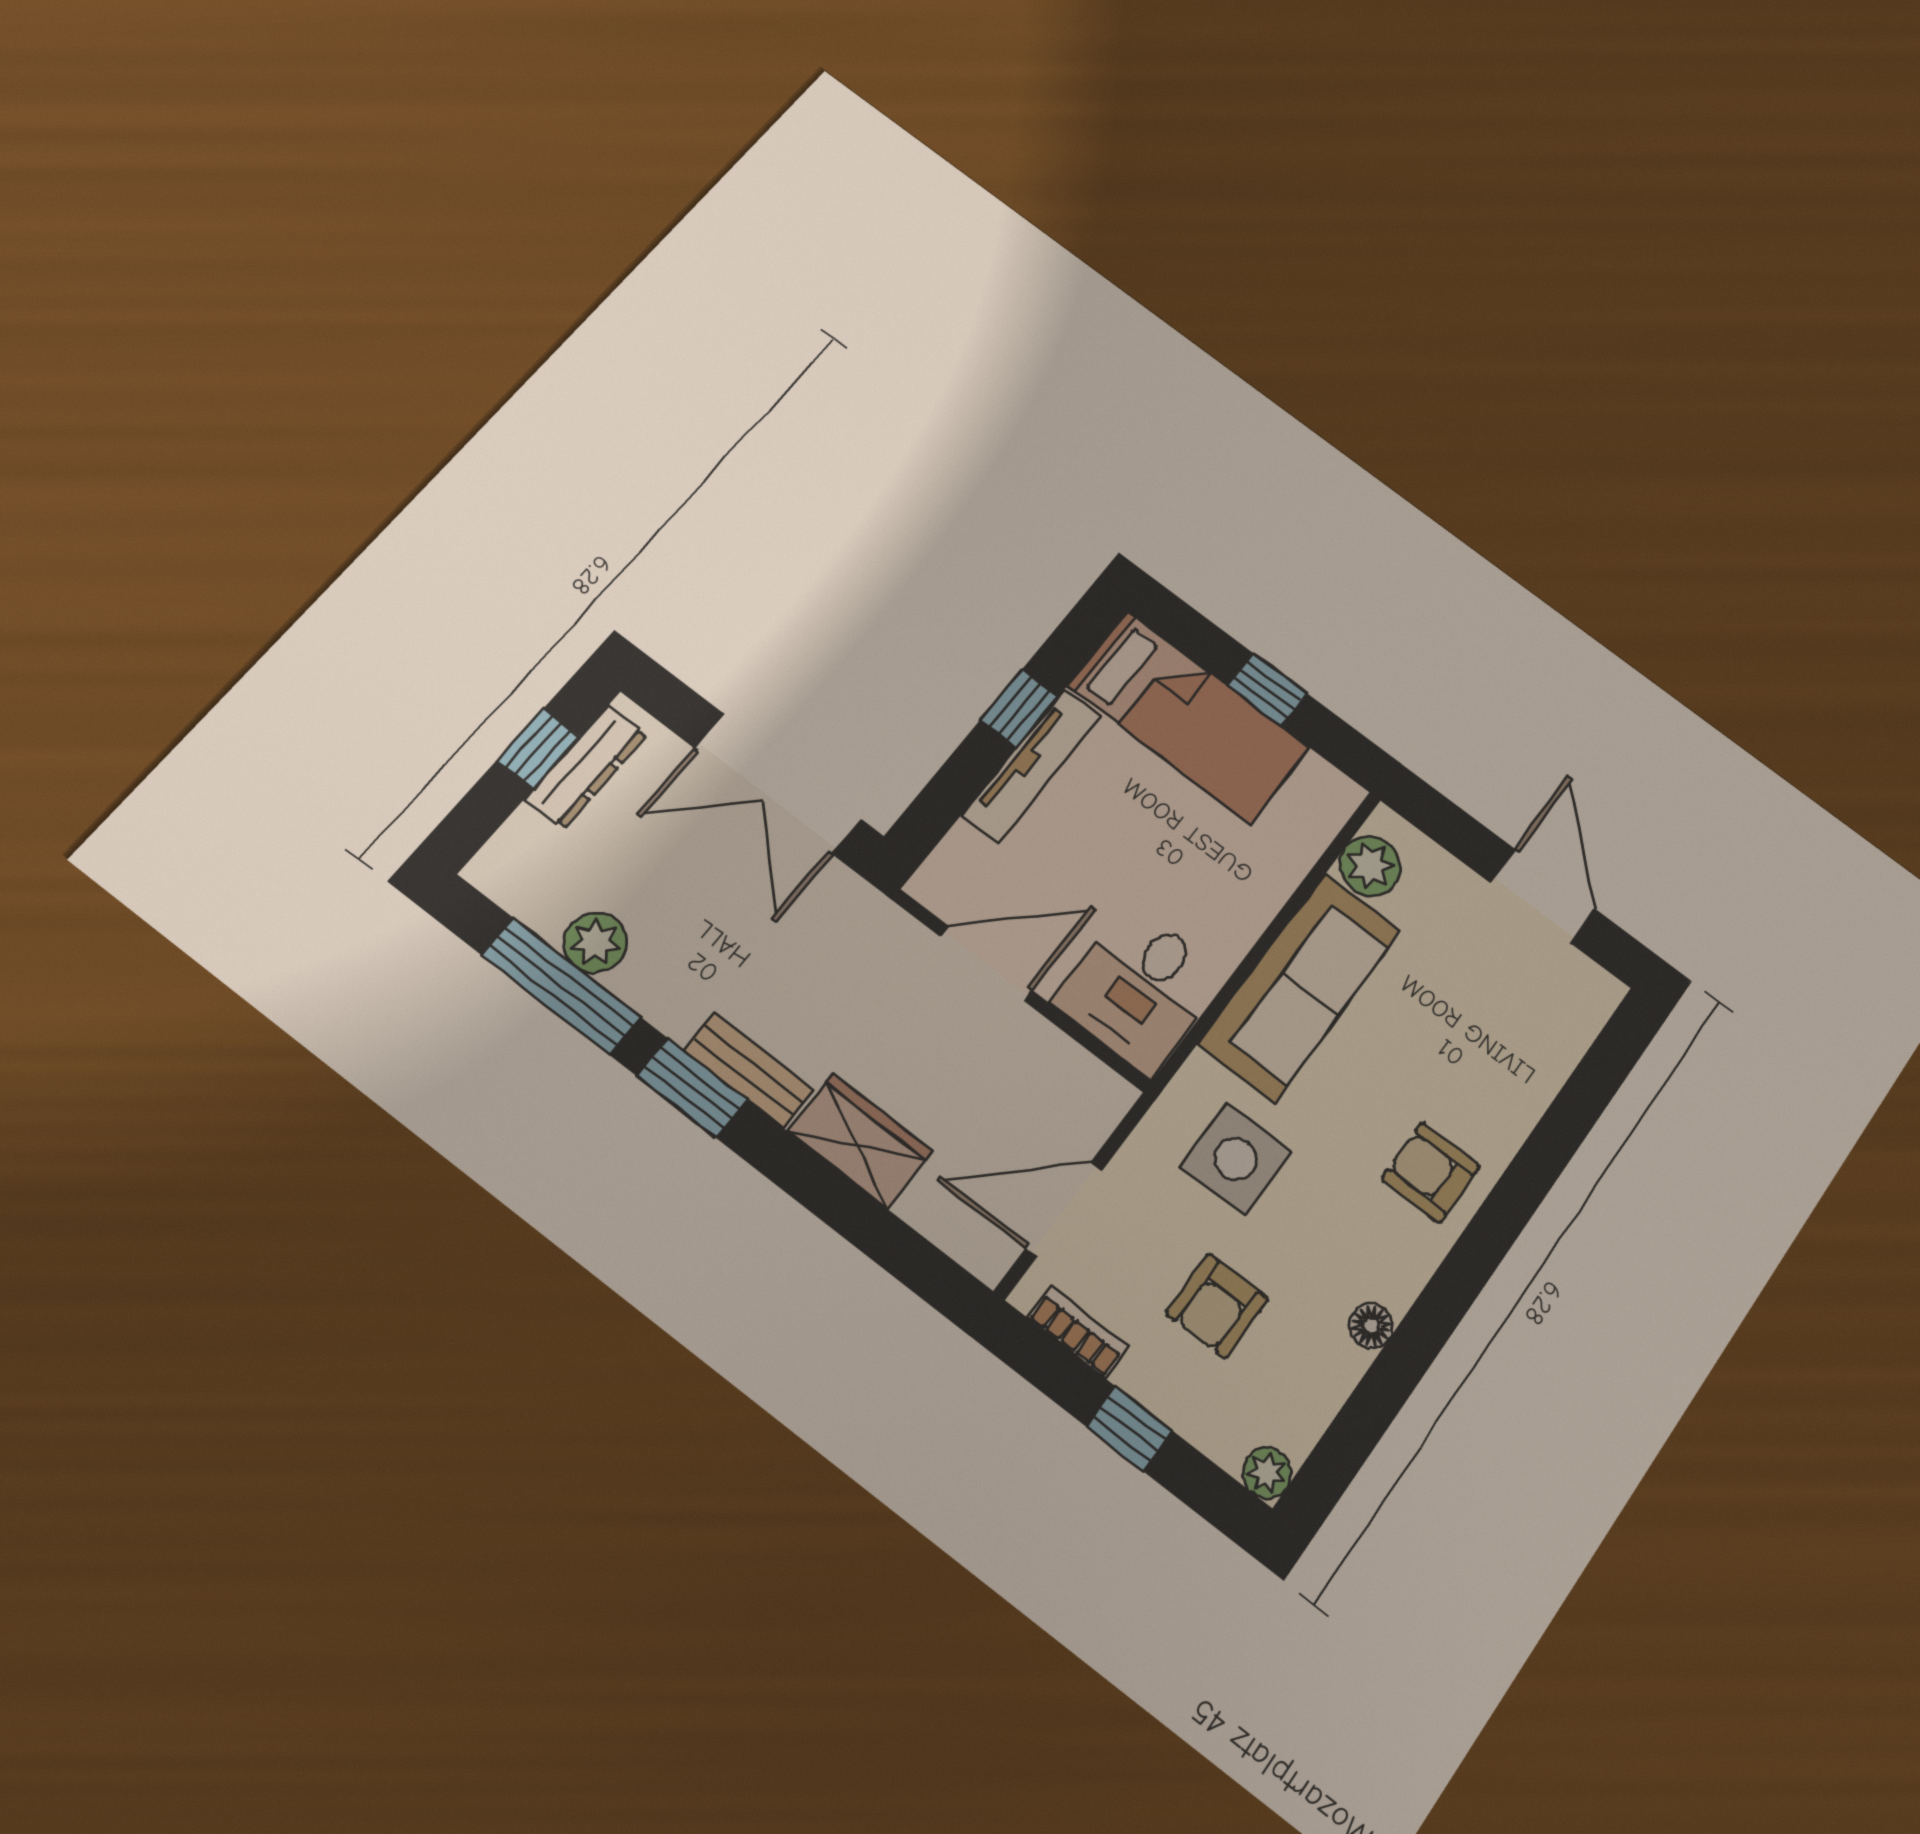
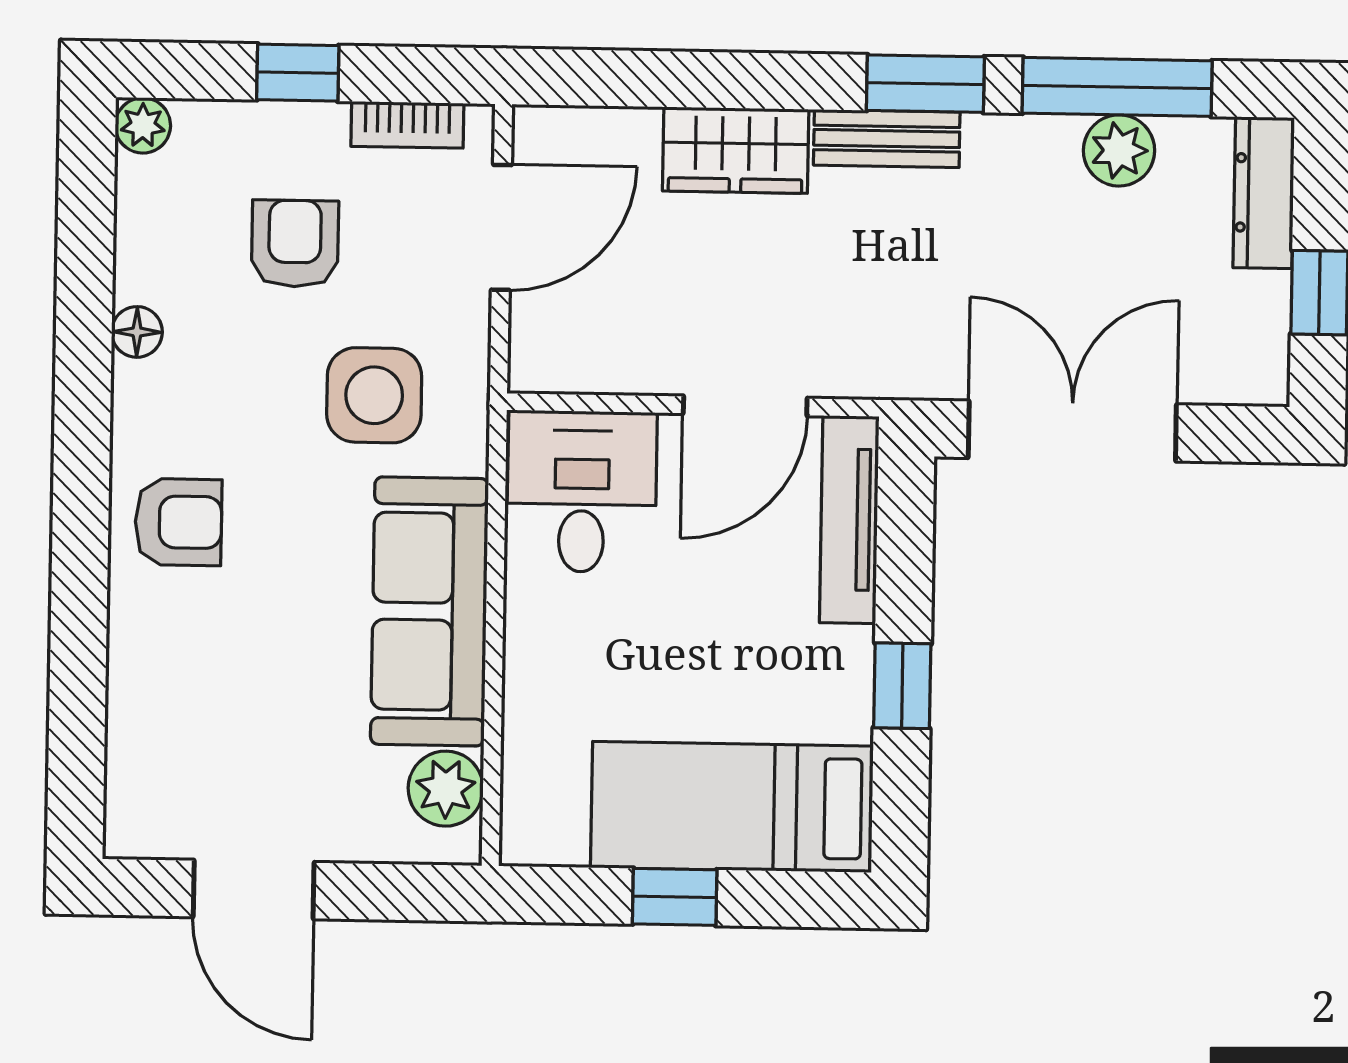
tv unit: (1032, 765) -> (849, 520), moved
dresser: (586, 766) -> (1264, 193), moved

